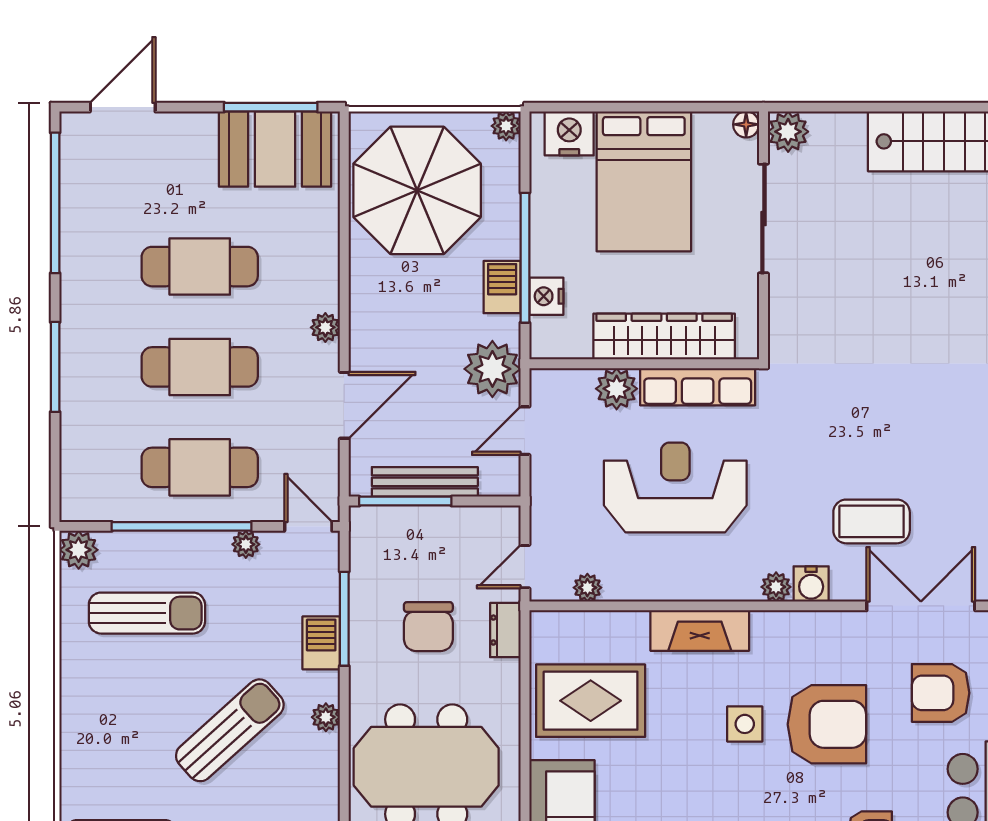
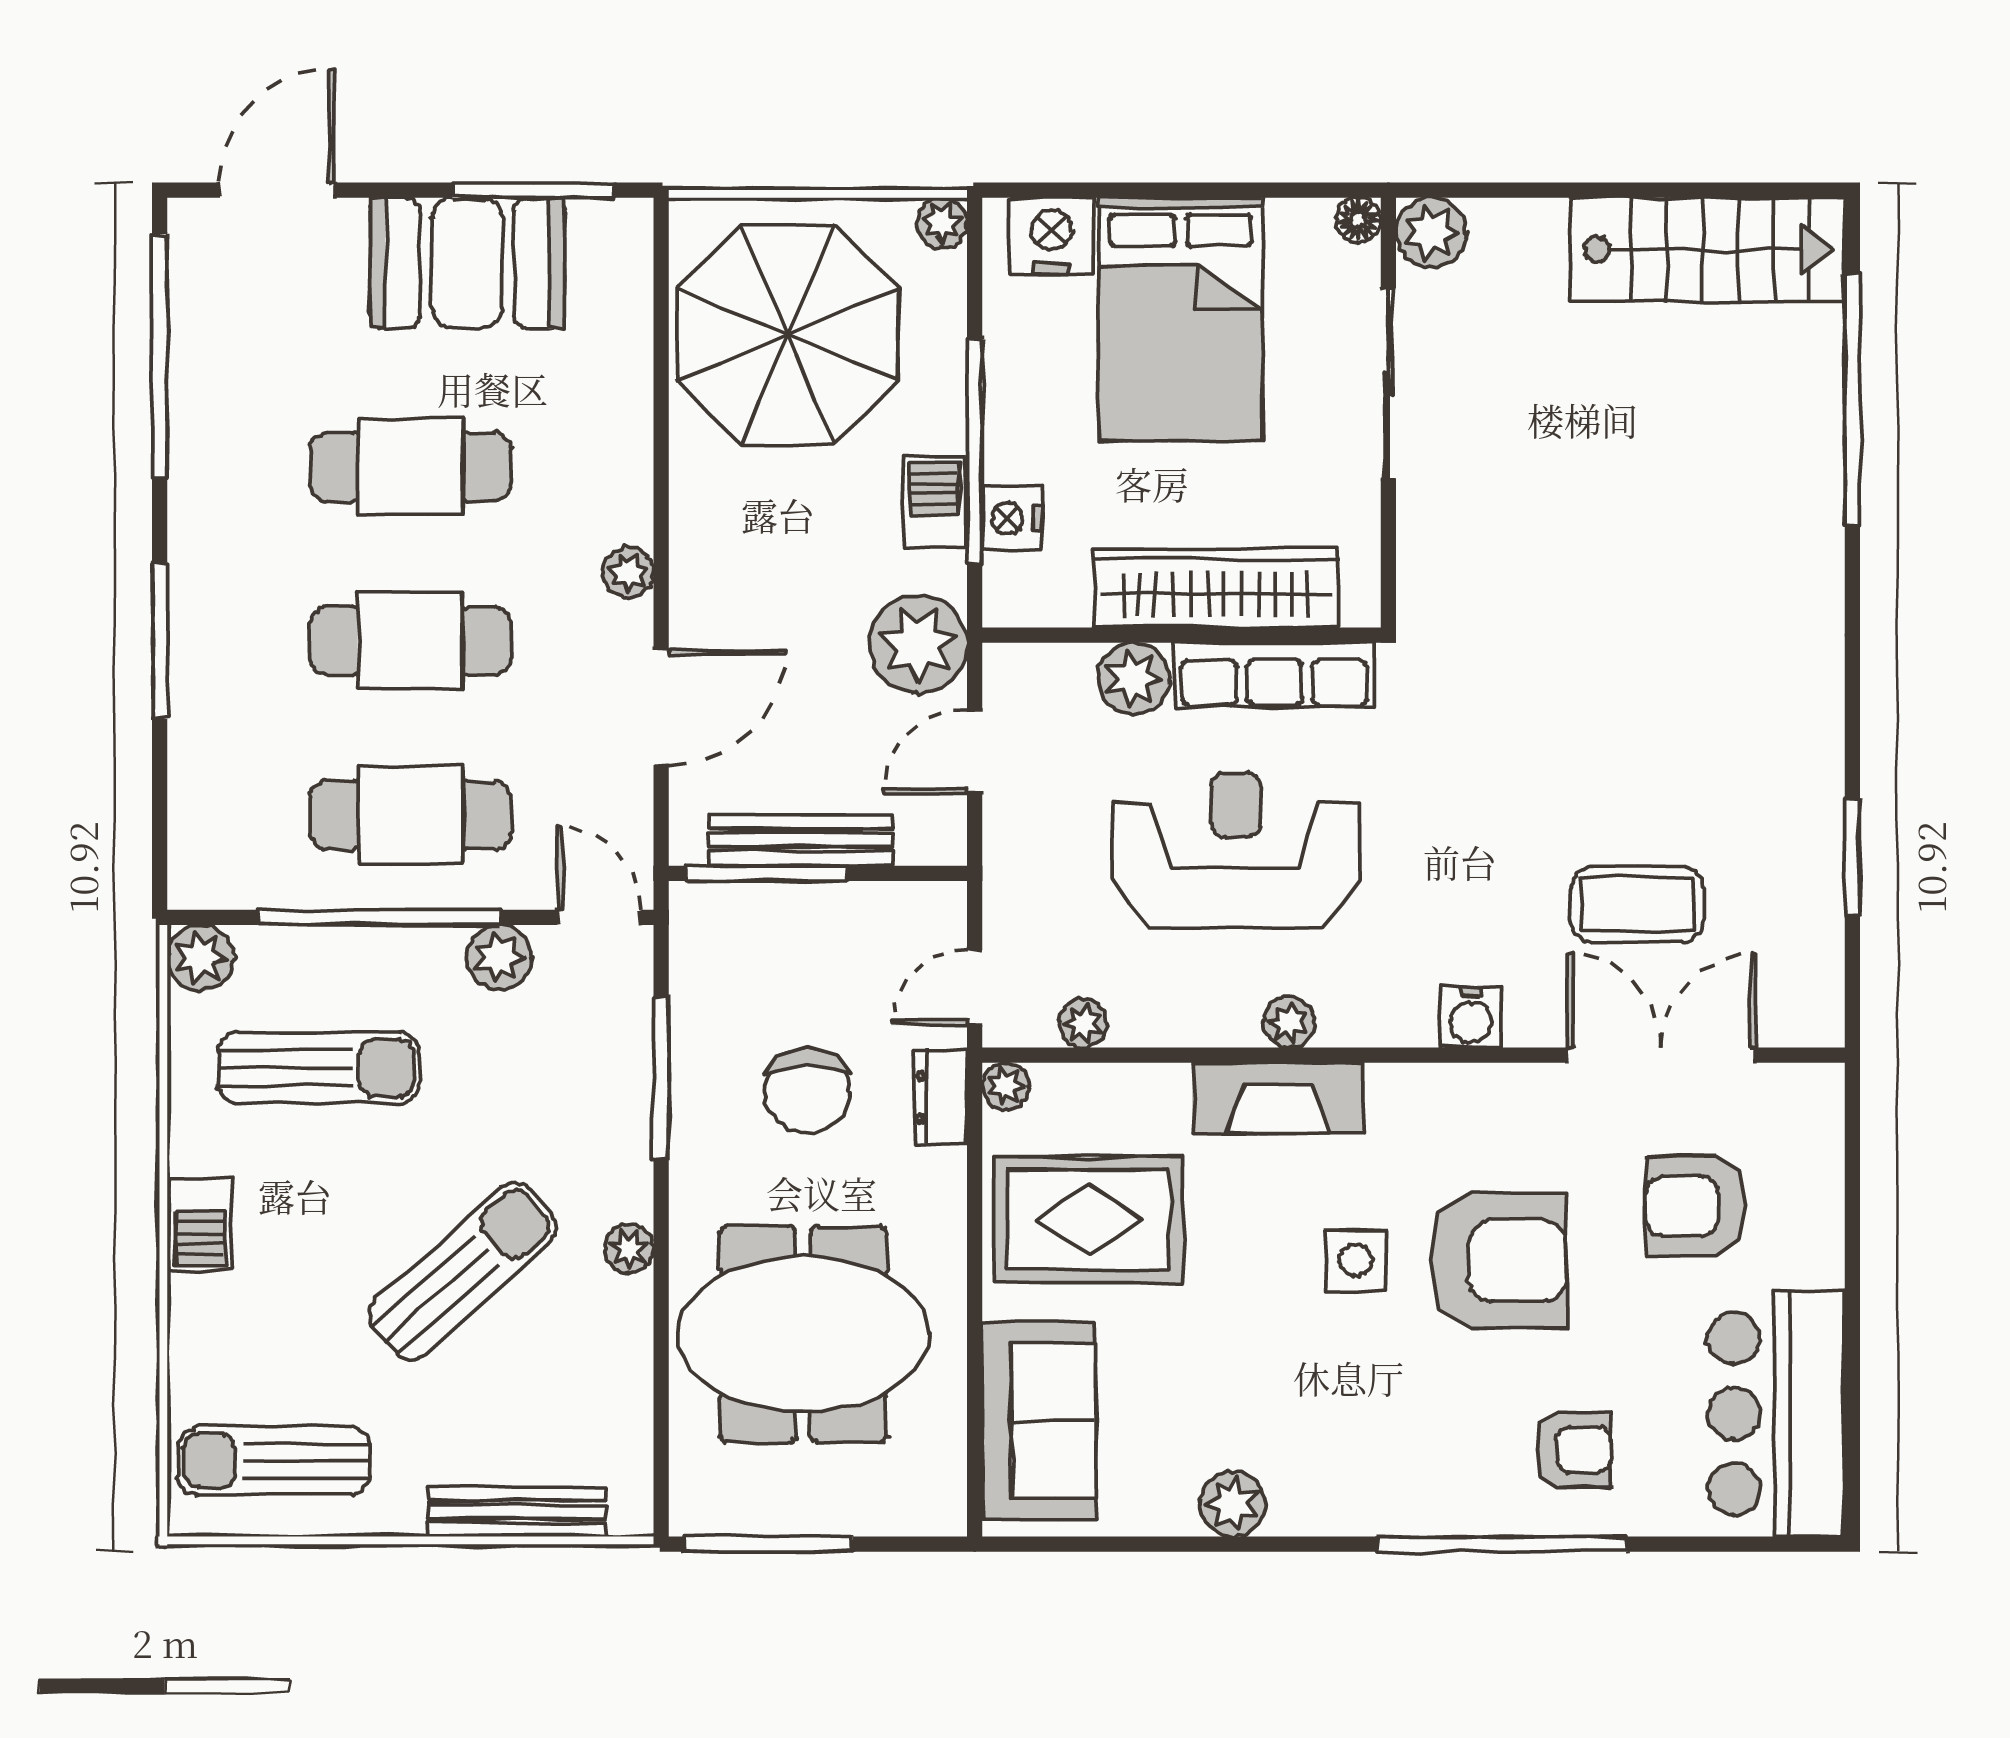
booth: (275, 149) -> (467, 263), moved
coffee table: (872, 521) -> (1637, 904), moved
plant: (246, 544) -> (499, 957), width x1.38, depth x1.38
plant: (776, 587) -> (1289, 1022), moved
plant: (543, 624) -> (1006, 1086), added
barbecue: (321, 643) -> (200, 1225), moved, turned 180

